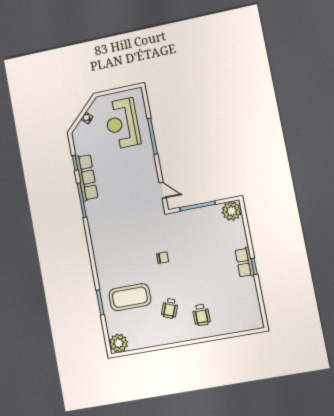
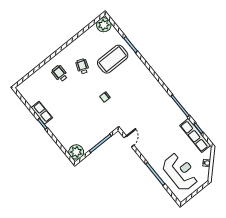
row of seats: (87, 177) -> (195, 135), moved
door: (163, 190) -> (129, 141), swing flipped
row of seats: (245, 262) -> (42, 113), moved

